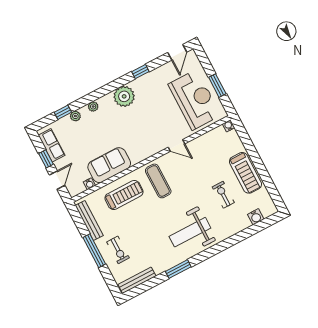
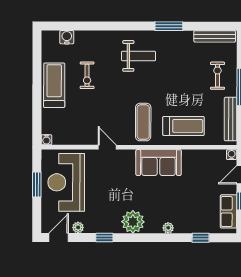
plant: (75, 116) -> (78, 227), moved
sofa: (109, 165) -> (159, 163), moved
water cooler: (89, 184) -> (232, 155), moved
treadmill: (124, 195) -> (184, 126), turned 180
weight bench: (190, 232) -> (139, 56), width x0.73, depth x0.75

